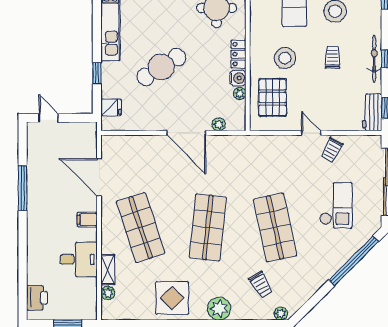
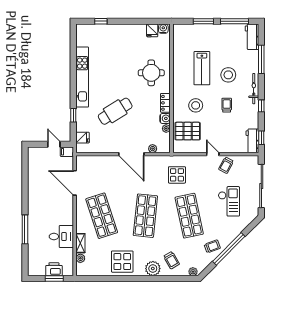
bicycle: (374, 59) -> (254, 89), moved
pallet: (273, 98) -> (188, 131), turned 90
door: (49, 118) -> (54, 144), moved
display table: (256, 165) -> (177, 175), added
window: (23, 188) -> (25, 229), moved
filing cabinet: (87, 220) -> (67, 152), moved
window: (354, 261) -> (229, 249), moved
trolley: (310, 275) -> (212, 246), added
trolley: (261, 285) -> (172, 260), moved
printer: (37, 298) -> (54, 269), moved, turned -90

